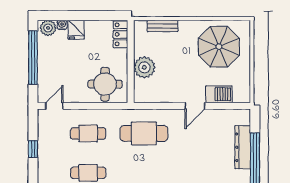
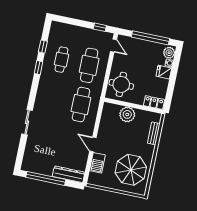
cafe table: (88, 133) -> (89, 65), width x1.37, depth x1.35
dresser: (243, 147) -> (69, 174), moved
window: (33, 149) -> (100, 27), moved

